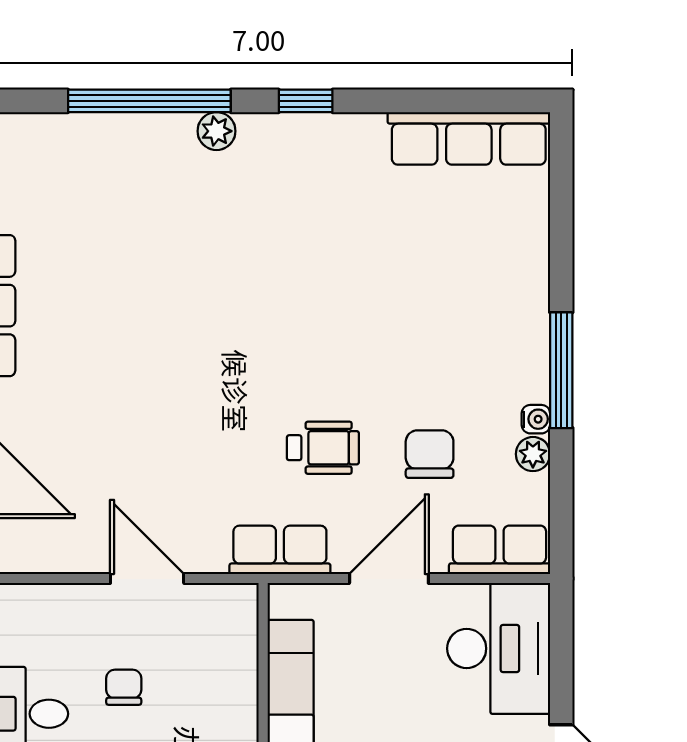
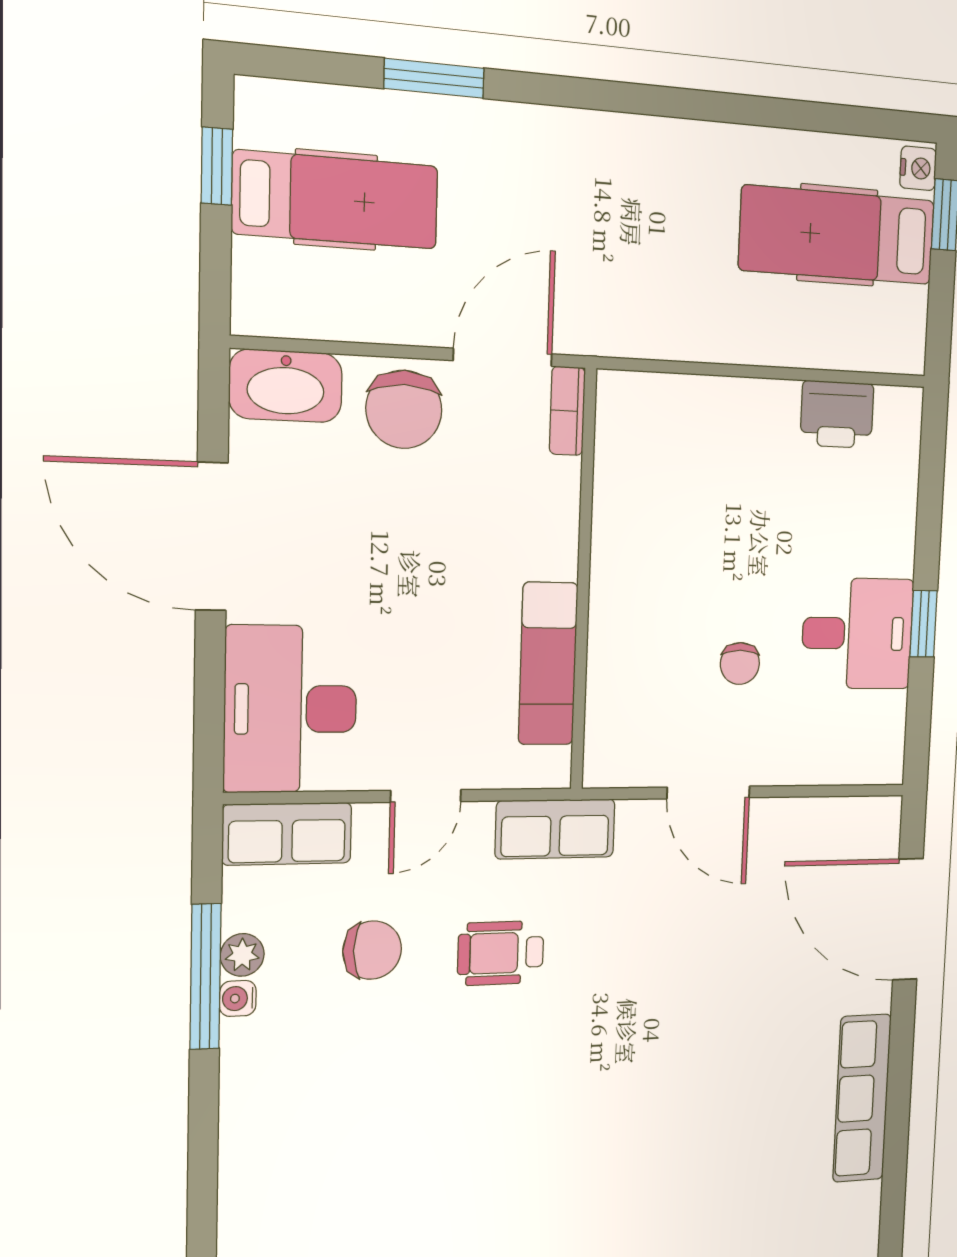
window: (561, 370) -> (205, 977), moved
chair: (430, 454) -> (372, 950), turned -90
door: (389, 579) -> (426, 796), width x0.73

